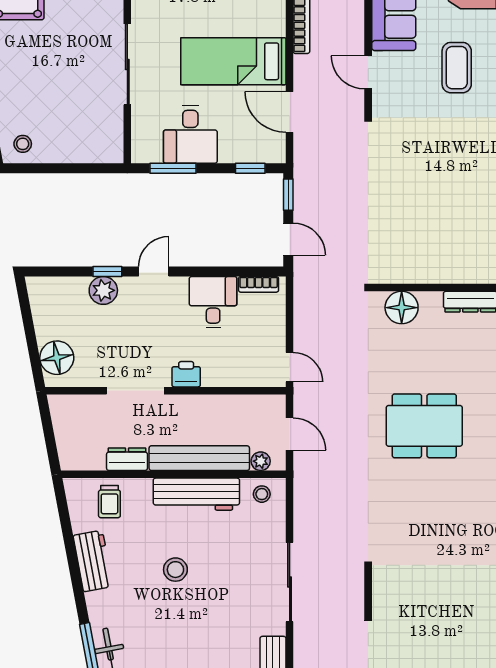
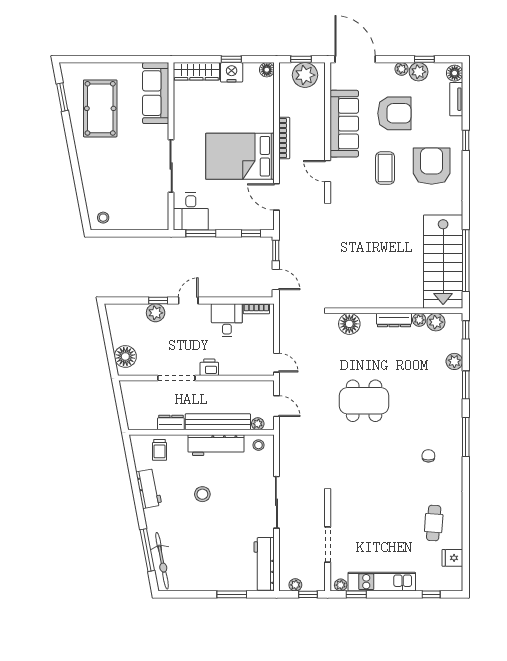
bed: (233, 61) -> (240, 156), width x1.50
desk: (190, 134) -> (191, 211), moved

